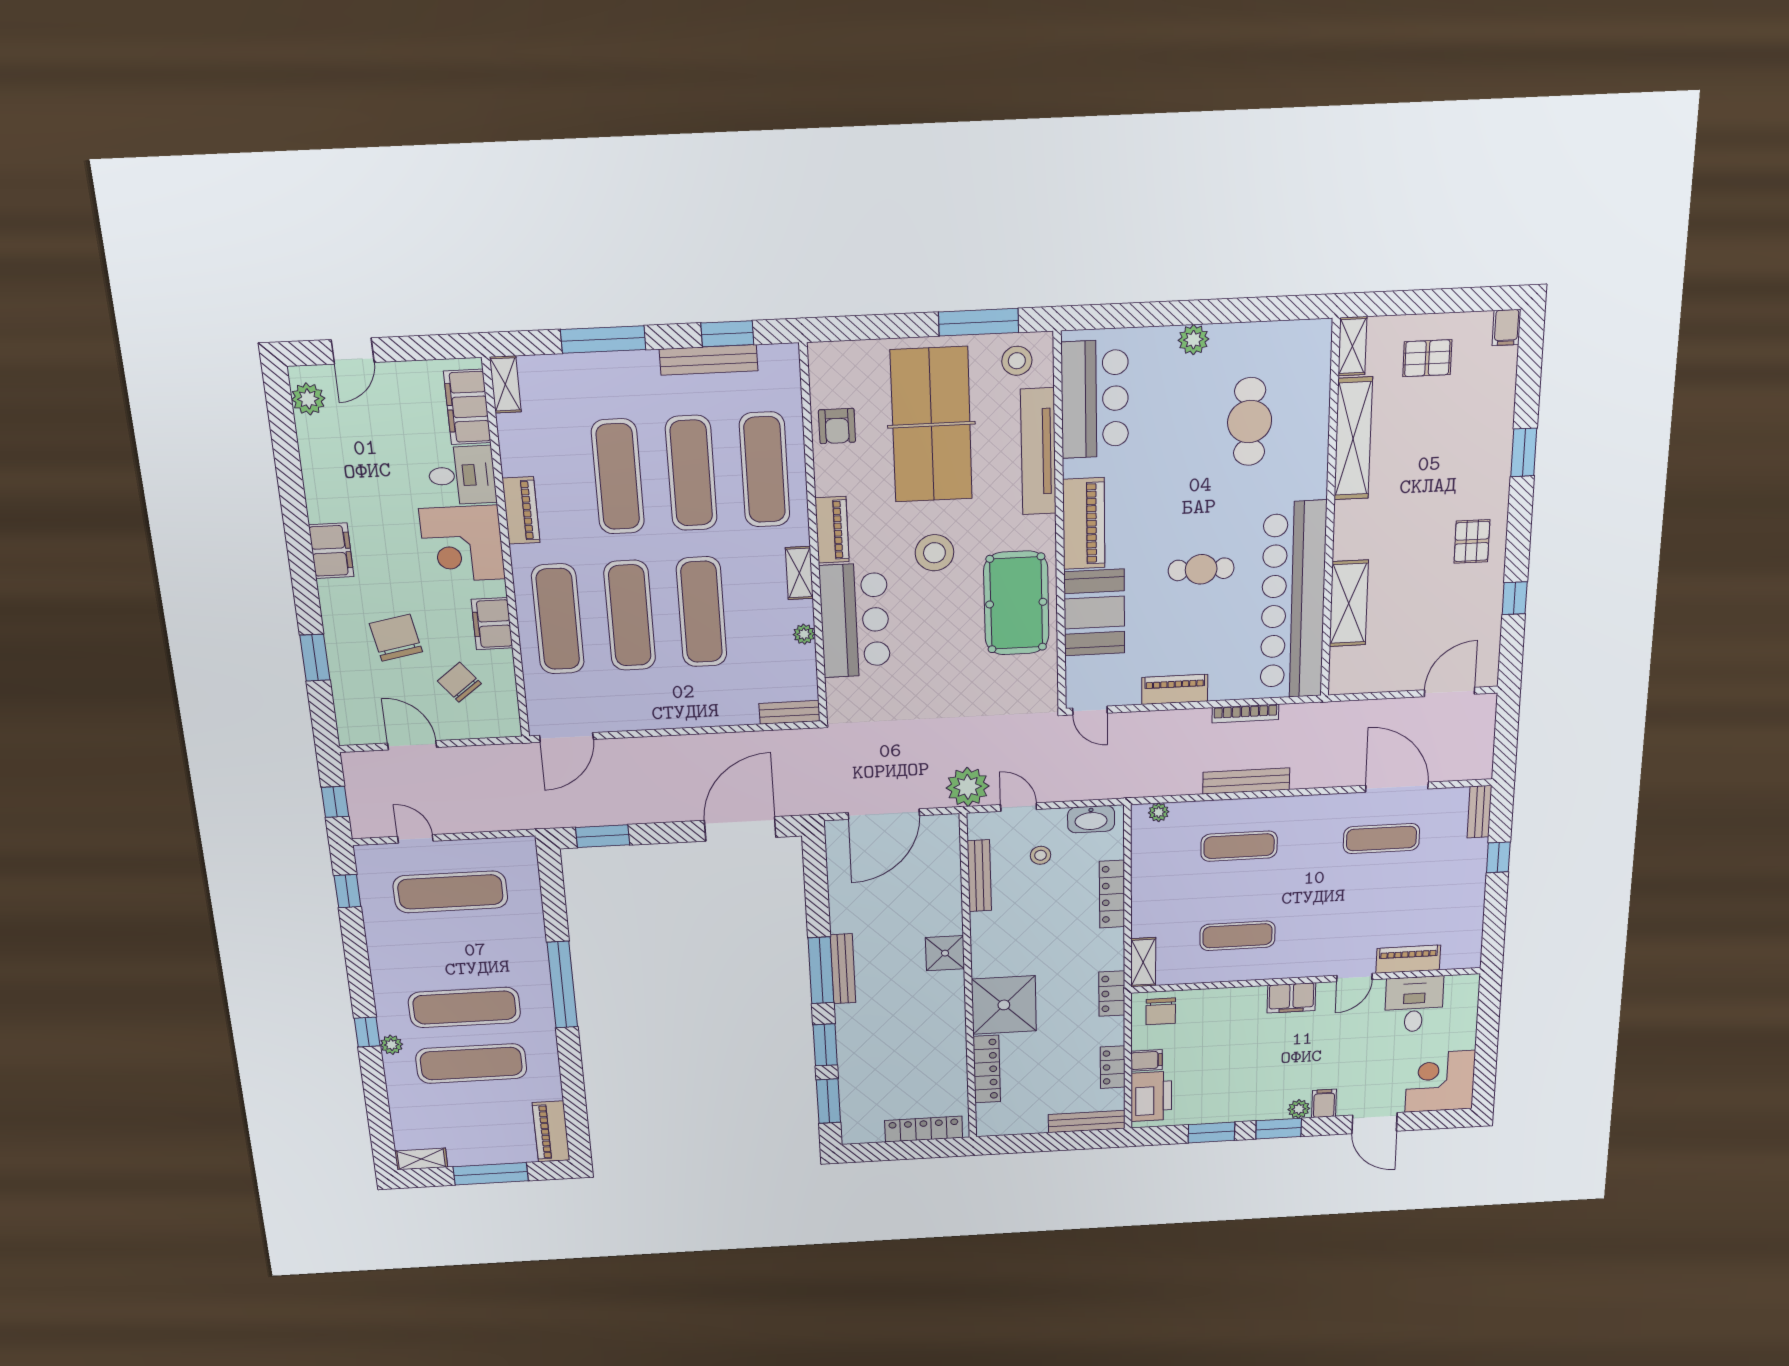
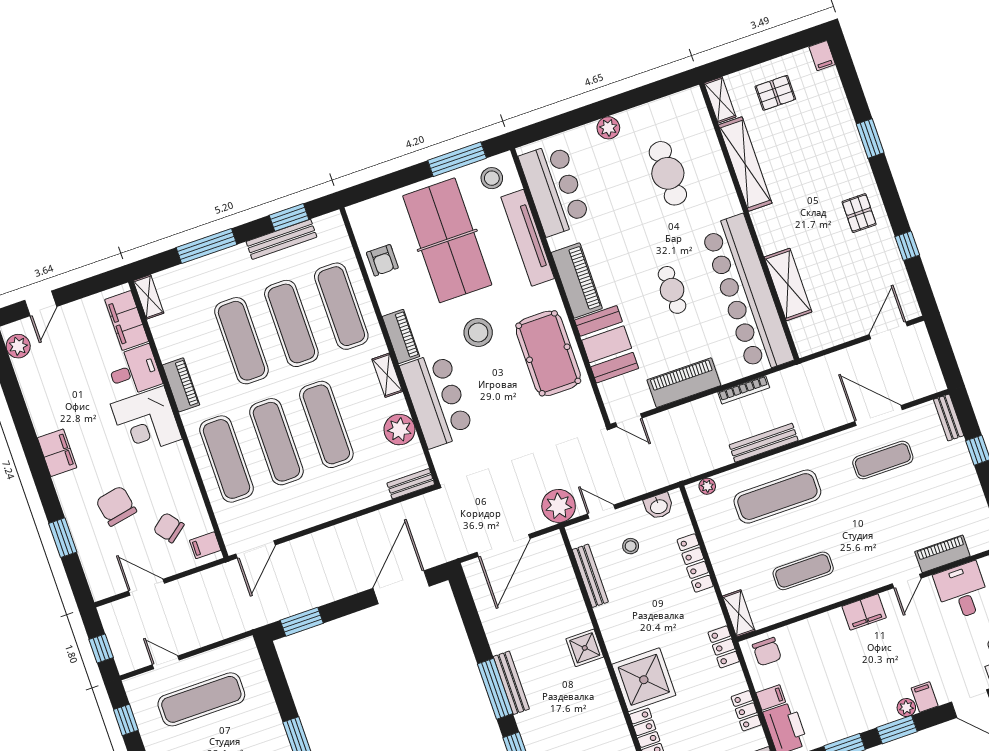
cafe table: (1201, 569) -> (672, 290), turned 90
filing cabinet: (492, 624) -> (205, 545), moved, width x0.50
plant: (804, 634) -> (399, 430), width x1.87, depth x1.87
piano: (1175, 689) -> (684, 383), width x1.37, depth x1.33
washbasin: (1091, 819) -> (659, 506), width x0.72
exercise mat: (1239, 846) -> (777, 497), width x1.36, depth x1.45

